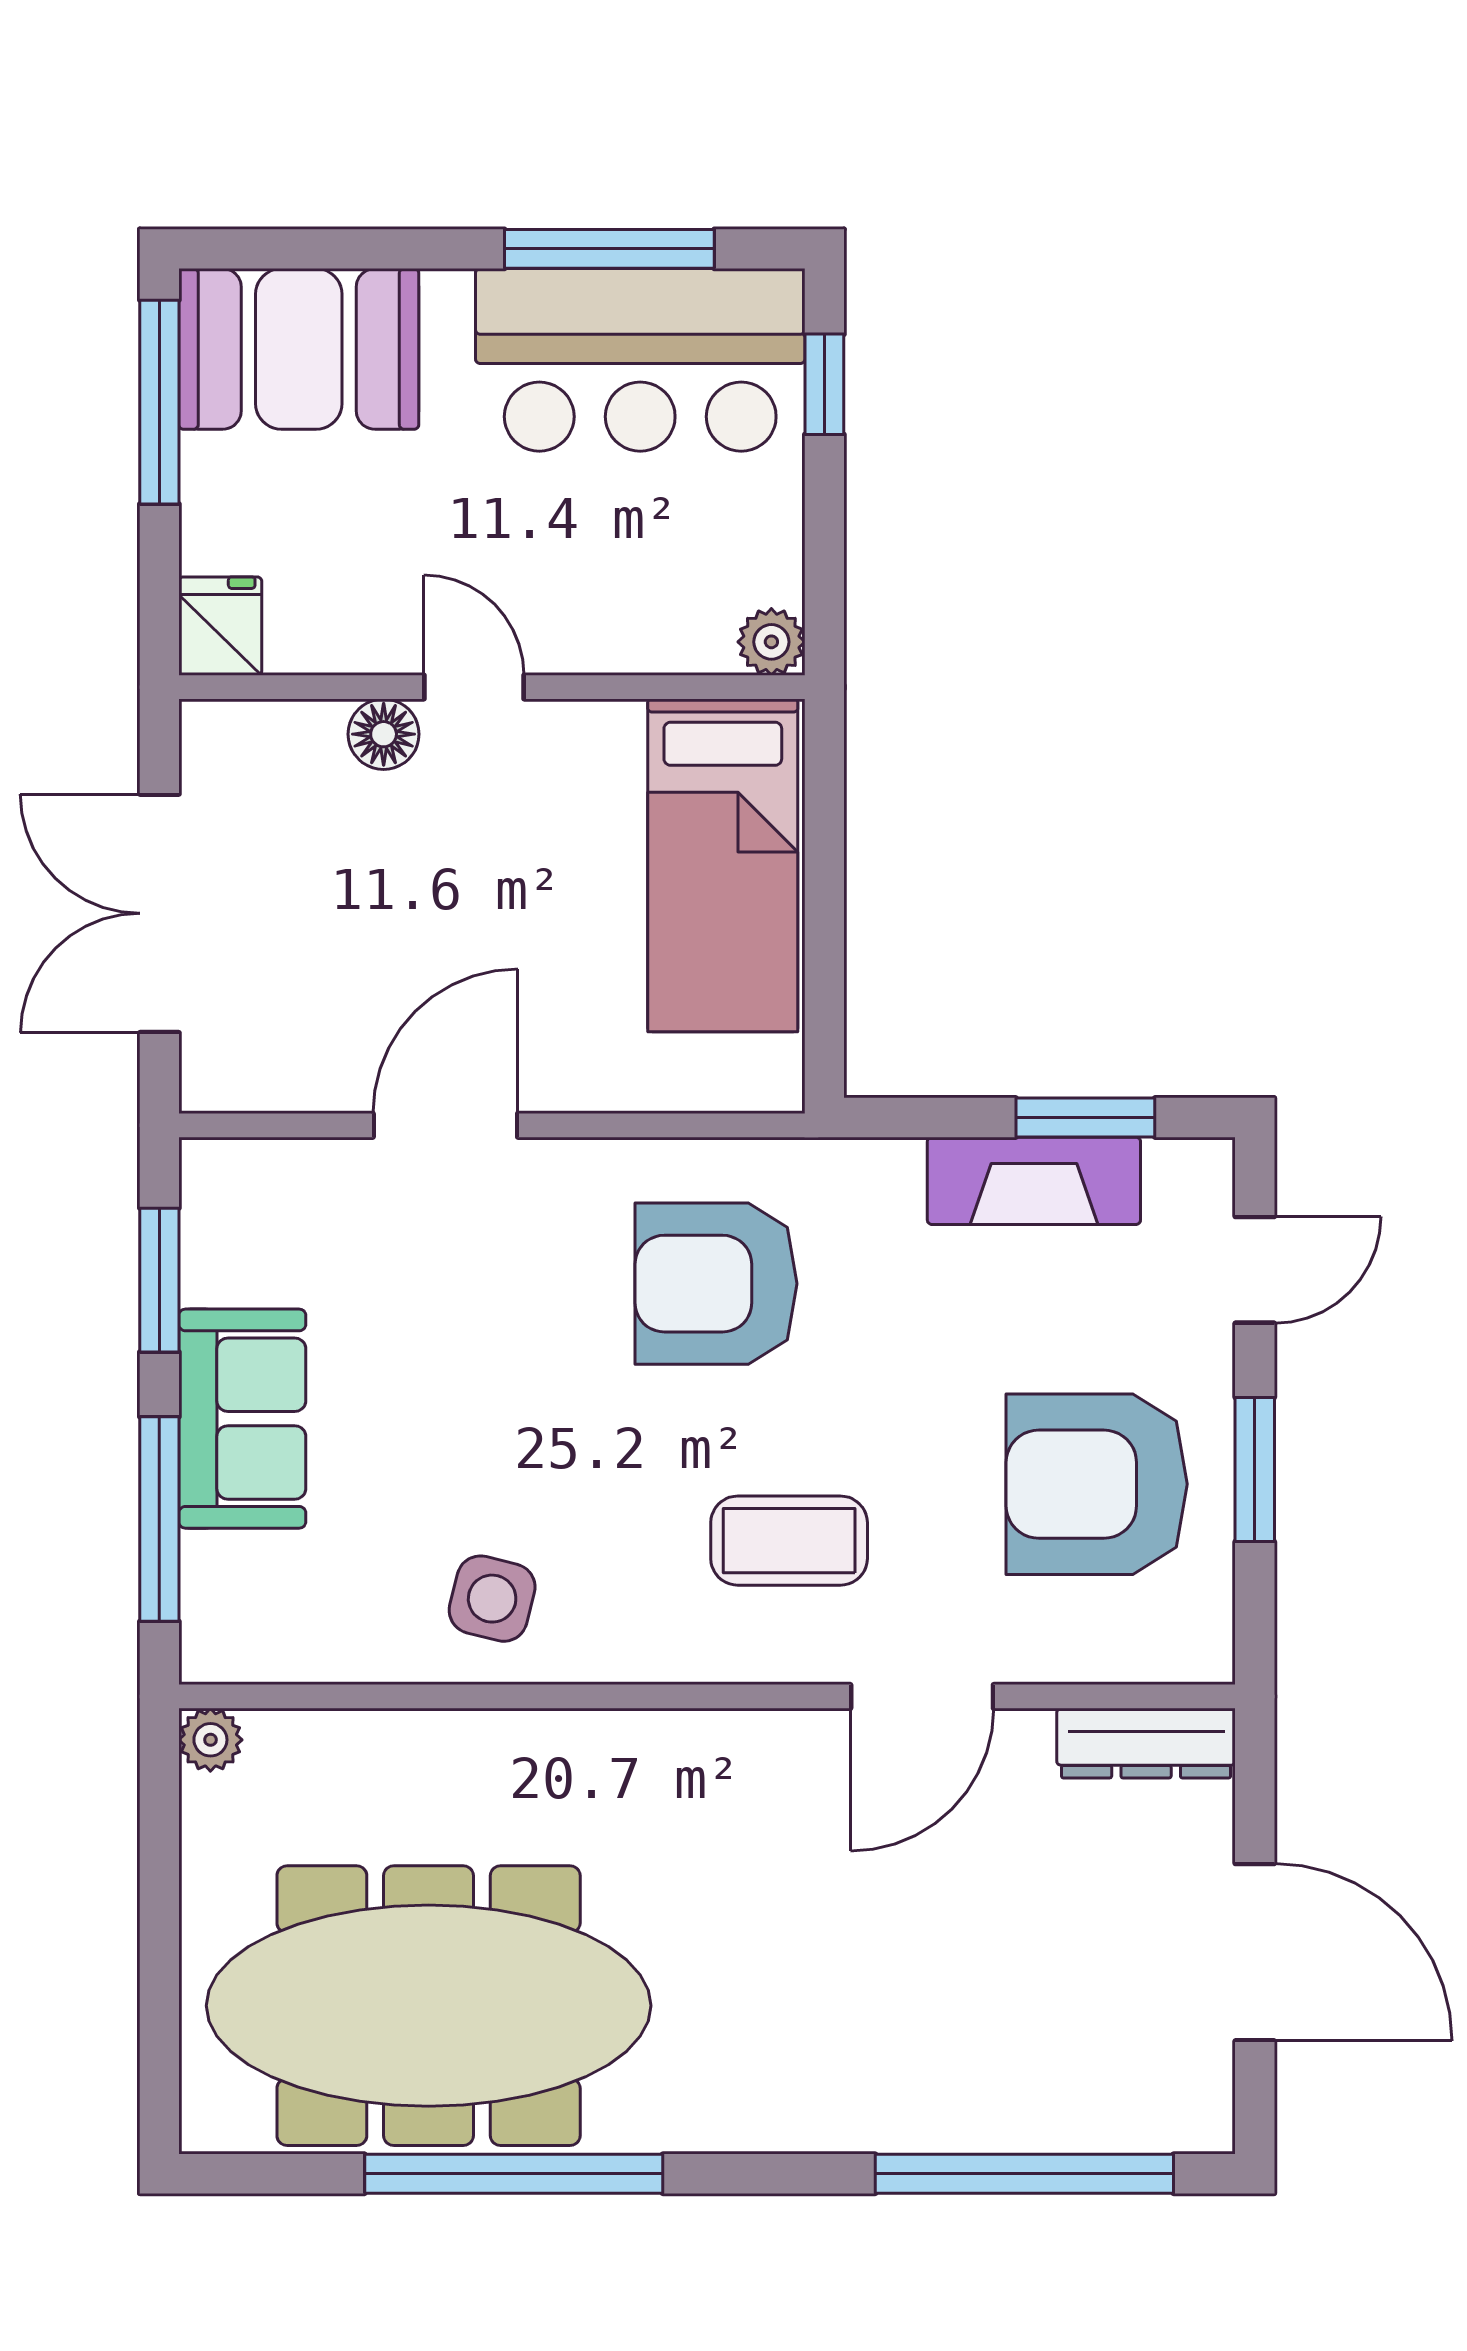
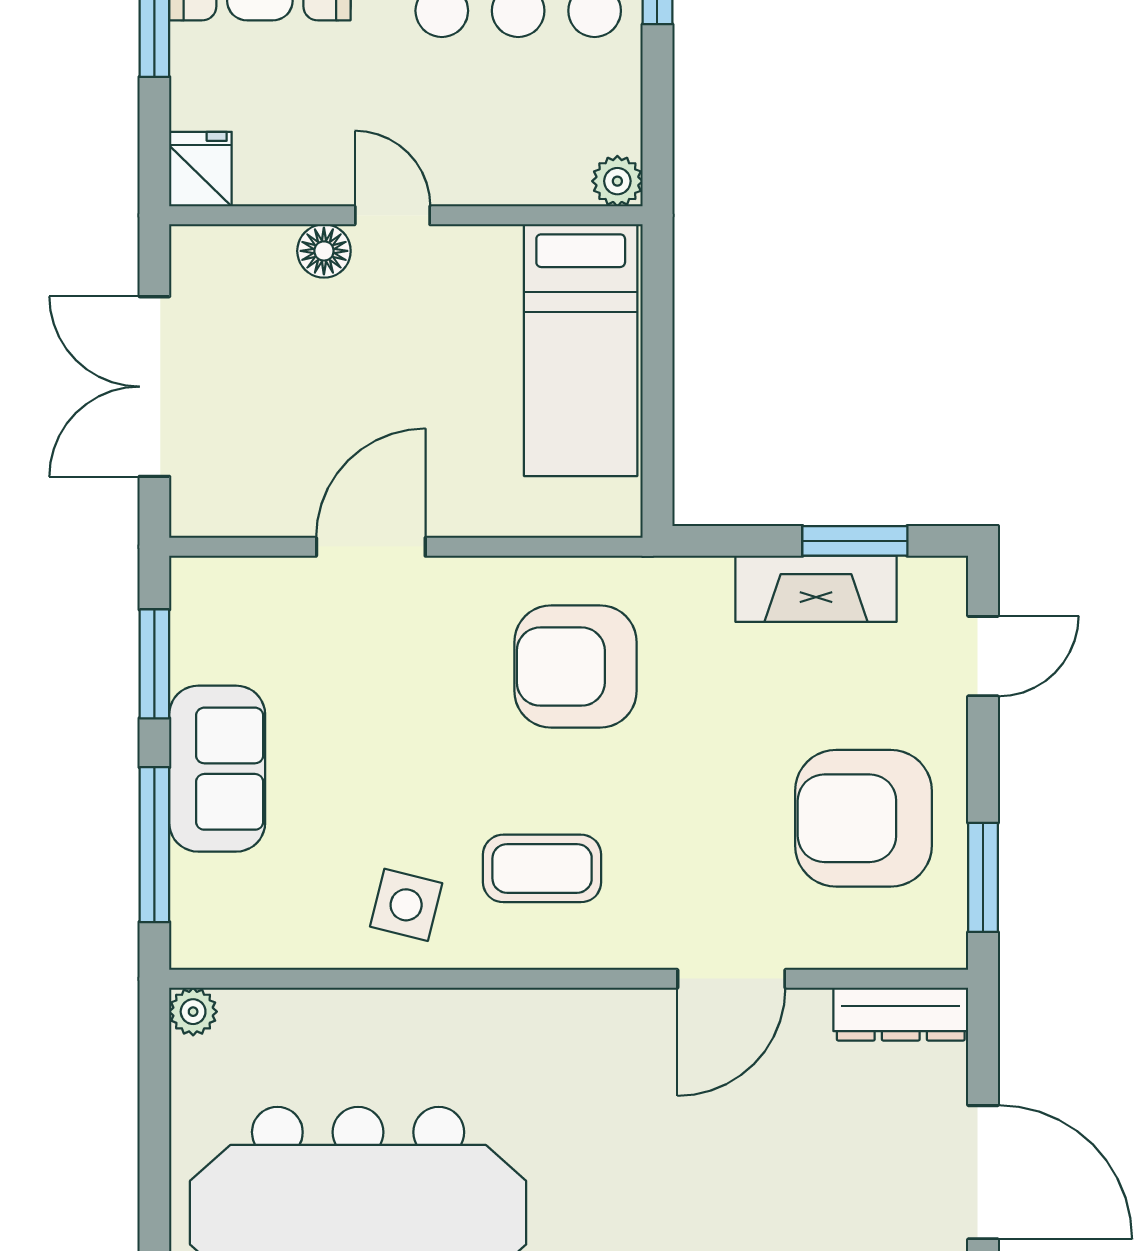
window: (1255, 1469) -> (983, 877), moved
coffee table: (789, 1541) -> (542, 868), moved

